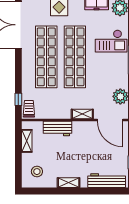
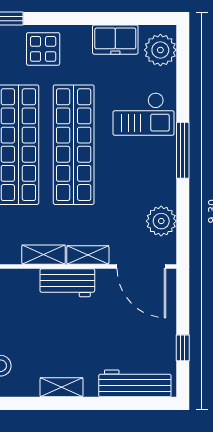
shelving: (59, 114) -> (44, 255), added
workbench: (57, 128) -> (67, 283), moved

